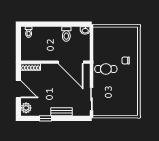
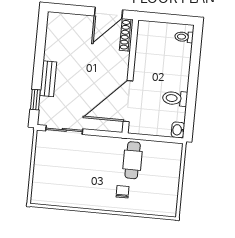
cafe table: (106, 69) -> (133, 160), moved
door: (18, 89) -> (109, 13), moved
plant: (26, 108) -> (60, 21), removed
window: (46, 118) -> (35, 100), moved

